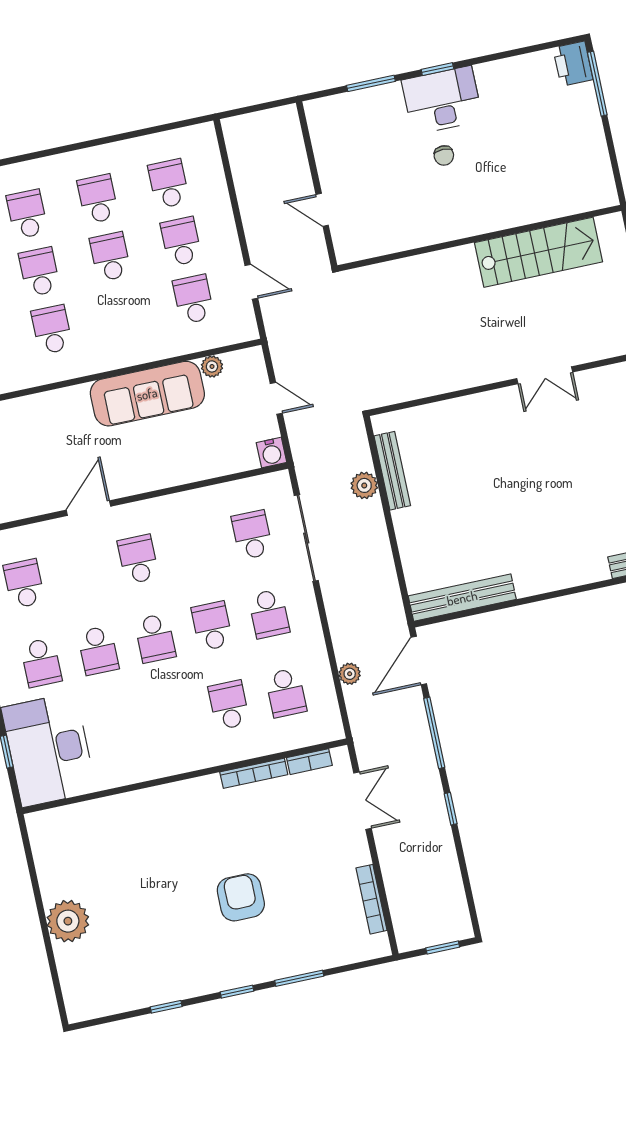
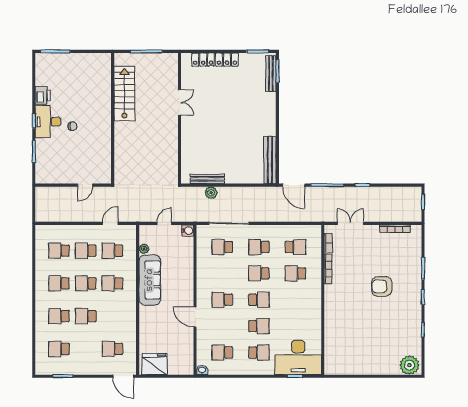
printer: (573, 64) -> (43, 95), moved, turned -90
school desk: (52, 330) -> (112, 283), moved
school desk: (269, 614) -> (259, 247), turned 180
plant: (350, 674) -> (293, 217), removed
plant: (68, 921) -> (409, 365), moved

